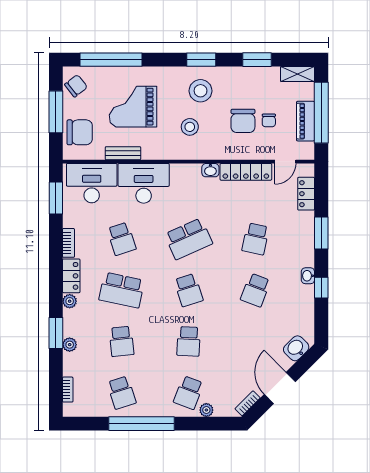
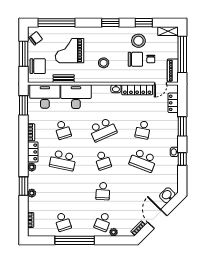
stool: (201, 91) -> (138, 41), moved
chair: (243, 121) -> (135, 59), turned -90
piano: (306, 121) -> (173, 71), moved
school desk: (256, 290) -> (143, 160), width x1.85
school desk: (122, 341) -> (63, 191), removed

